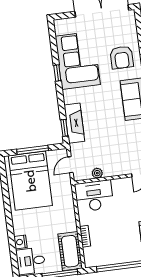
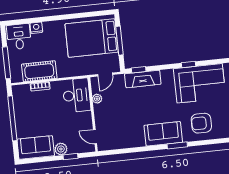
door: (70, 165) -> (105, 75), swing flipped
cot: (70, 251) -> (39, 71), moved

